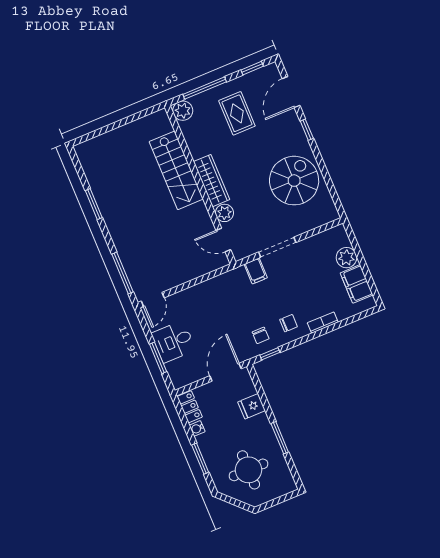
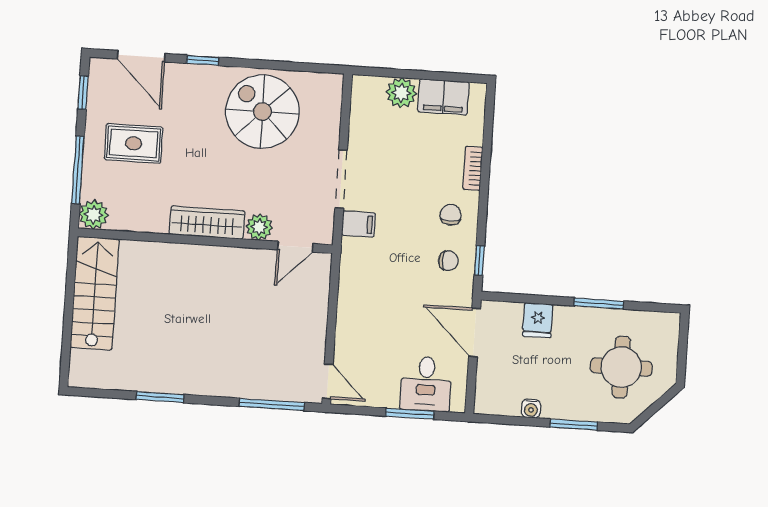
stairs: (176, 170) -> (95, 293), moved, turned -90
desk: (173, 342) -> (426, 384), moved
locker: (190, 407) -> (497, 404), removed

